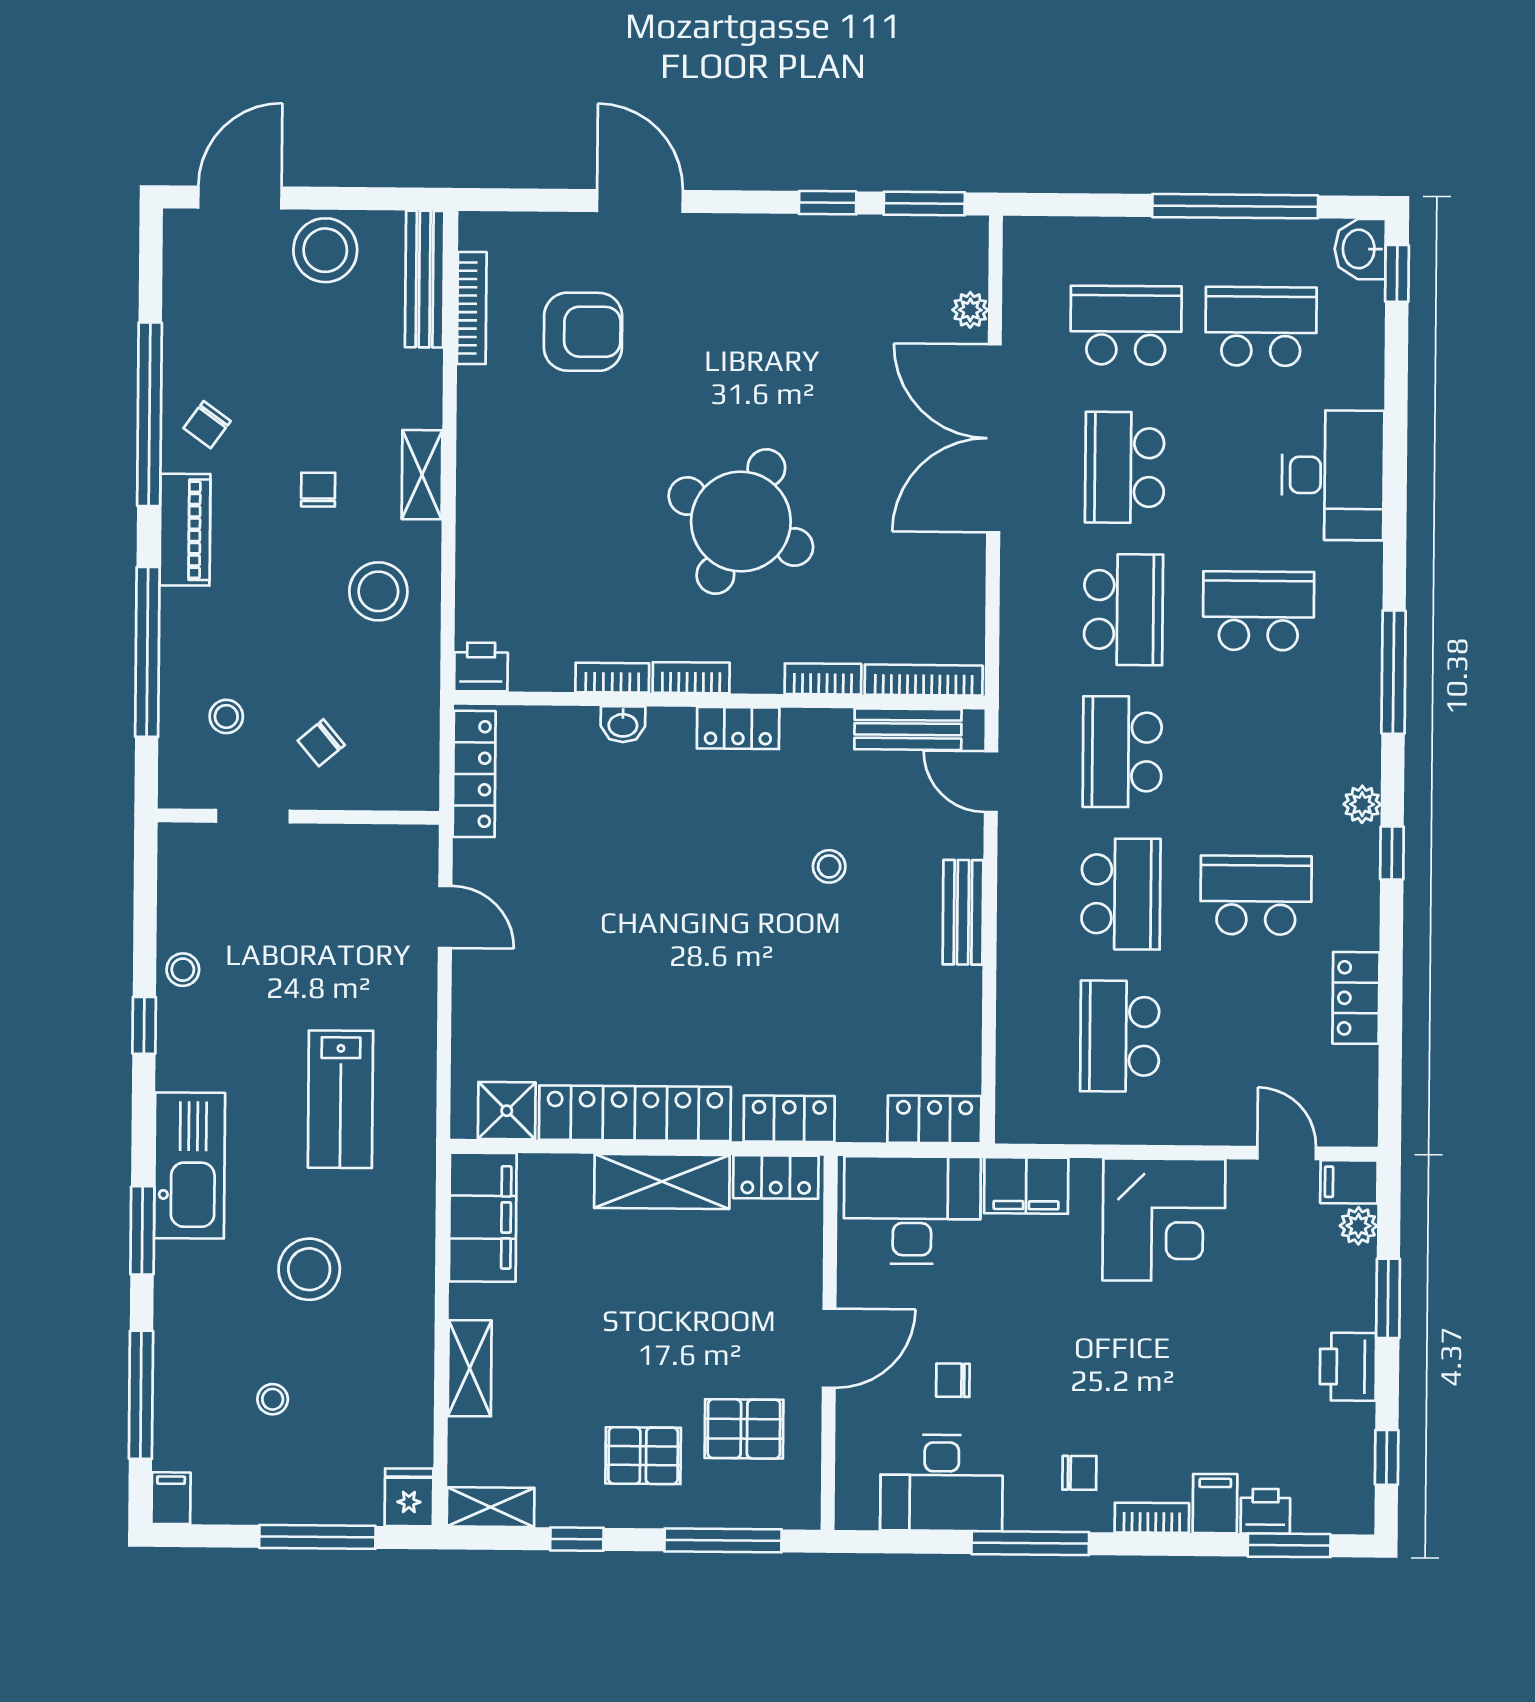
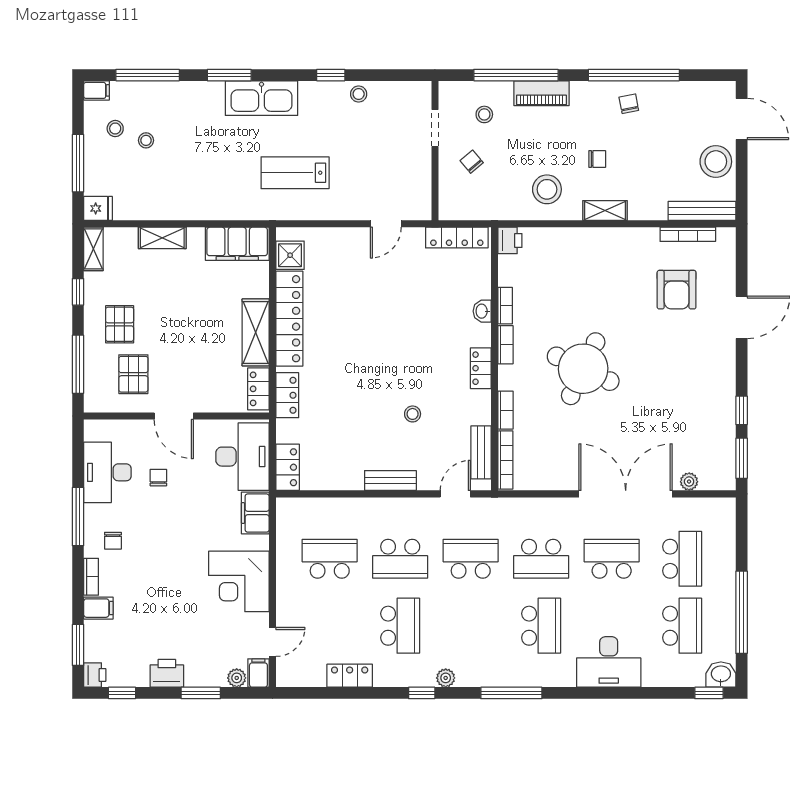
chair: (207, 425) -> (629, 104), turned 43
piano: (185, 530) -> (541, 93), moved
stool: (309, 1269) -> (115, 129), moved, width x0.53, depth x0.53
printer: (1265, 1511) -> (95, 675), moved

